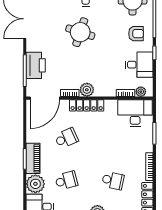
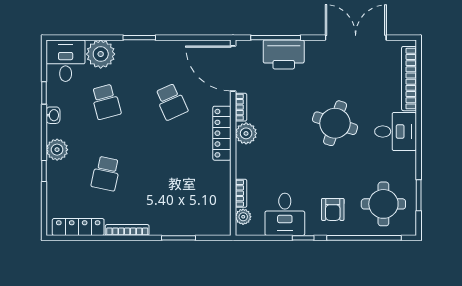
desk: (135, 113) -> (210, 208), removed
piano: (33, 158) -> (140, 50), removed

